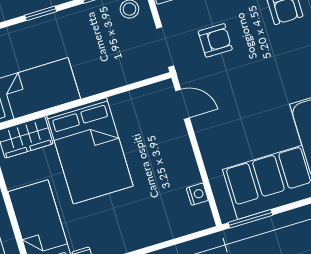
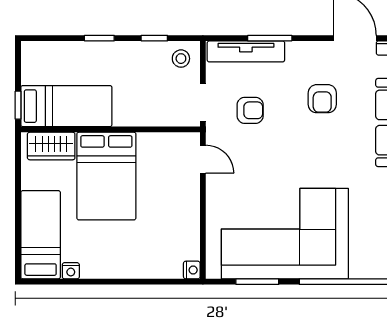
nightstand: (197, 194) -> (192, 270), moved
window: (250, 219) -> (257, 282), moved

